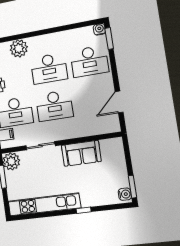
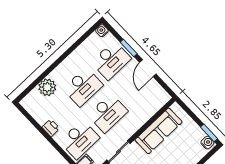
window: (109, 38) -> (129, 48), moved
door: (119, 102) -> (148, 68), moved
sofa: (81, 153) -> (159, 131), width x1.36

